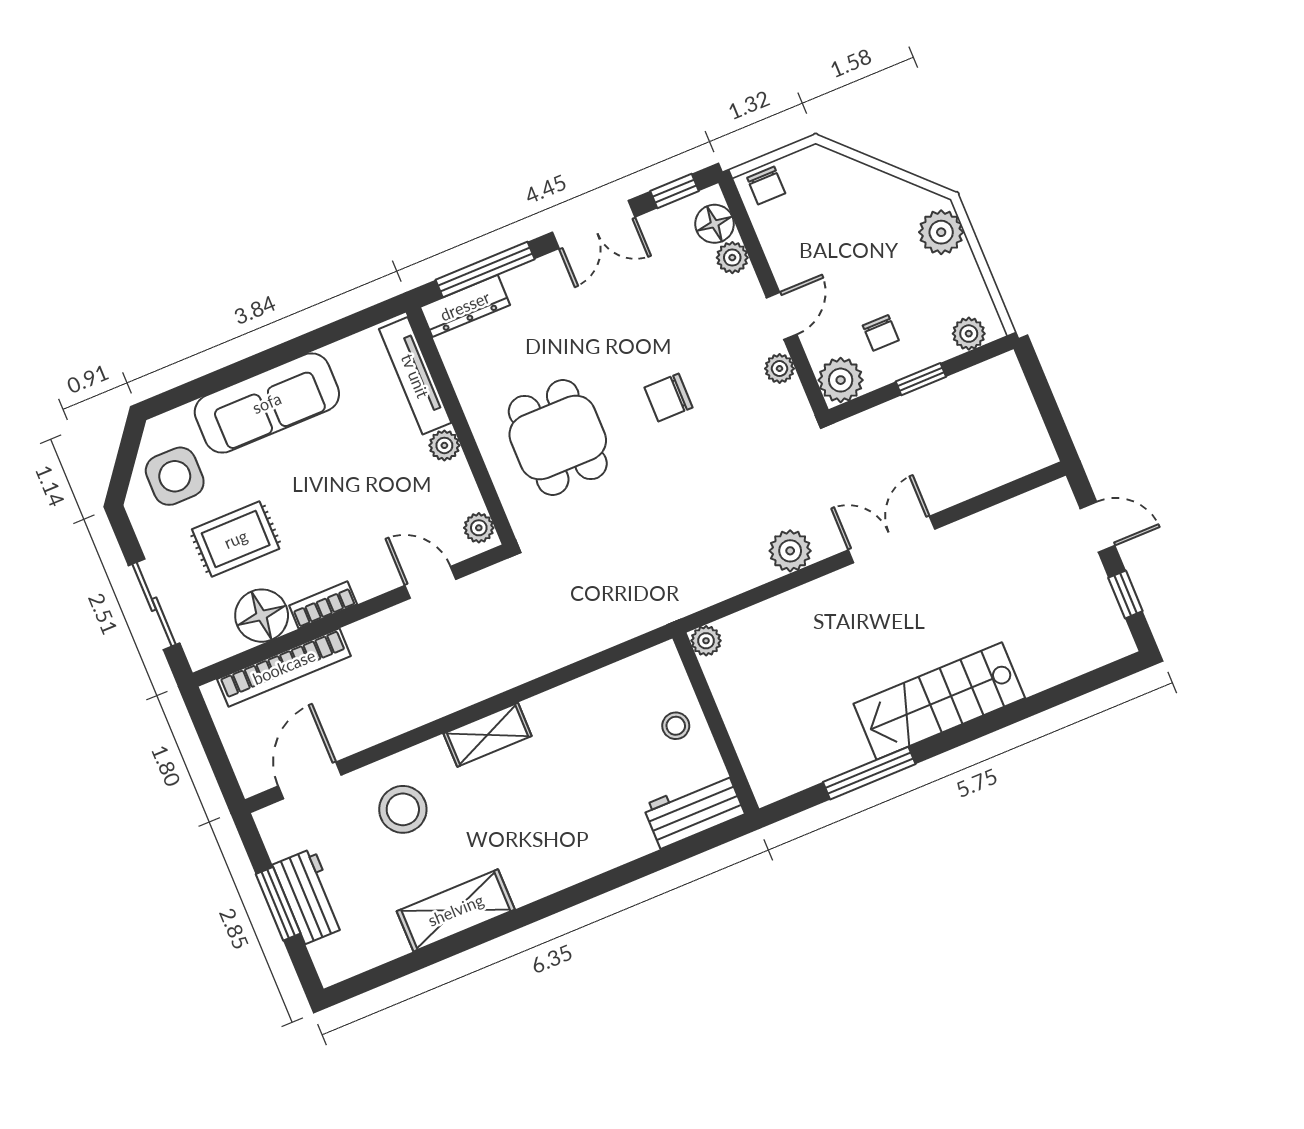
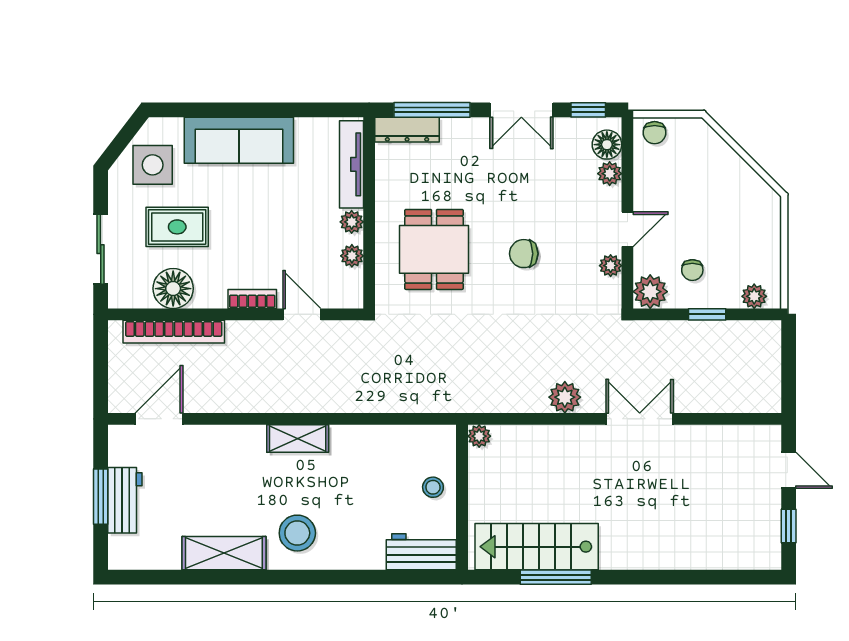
plant: (941, 232) -> (764, 217), removed
plant: (479, 528) -> (352, 256), moved
bookcase: (323, 605) -> (252, 299), moved
stairs: (939, 701) -> (537, 547), moved
stool: (403, 809) -> (297, 533), moved

